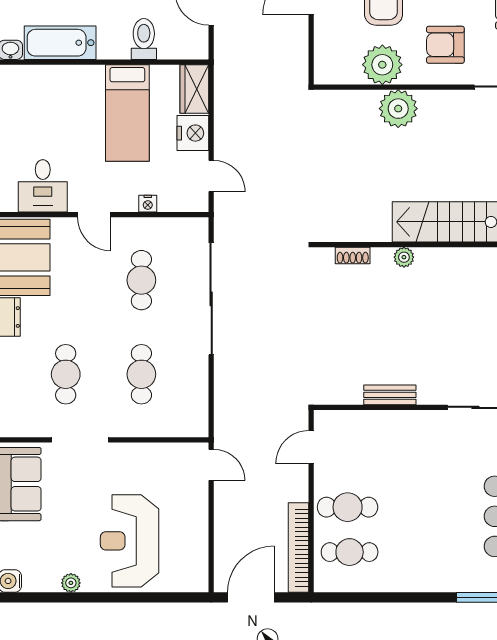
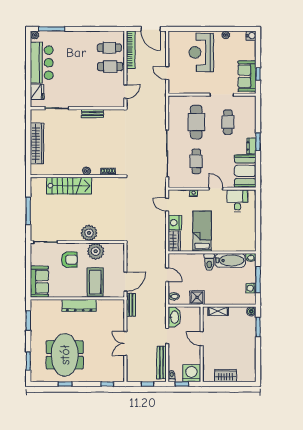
toilet: (144, 39) -> (209, 262), moved
cafe table: (141, 374) -> (196, 122), width x1.37, depth x1.35
door: (211, 465) -> (167, 73), moved
reception desk: (129, 541) -> (201, 52), turned 180
door: (251, 597) -> (151, 29), hinge flipped

